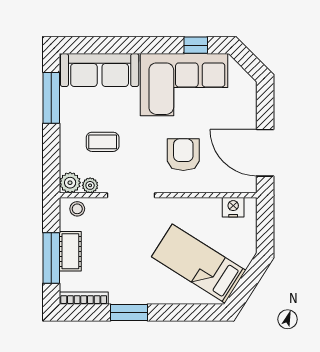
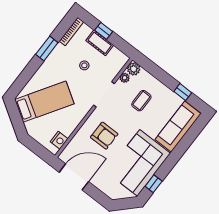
window: (51, 98) -> (183, 92), width x0.46
stool: (77, 209) -> (84, 65), moved
window: (51, 258) -> (104, 31), width x0.46

